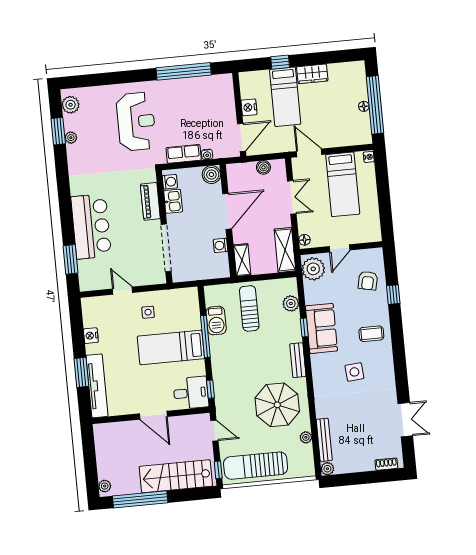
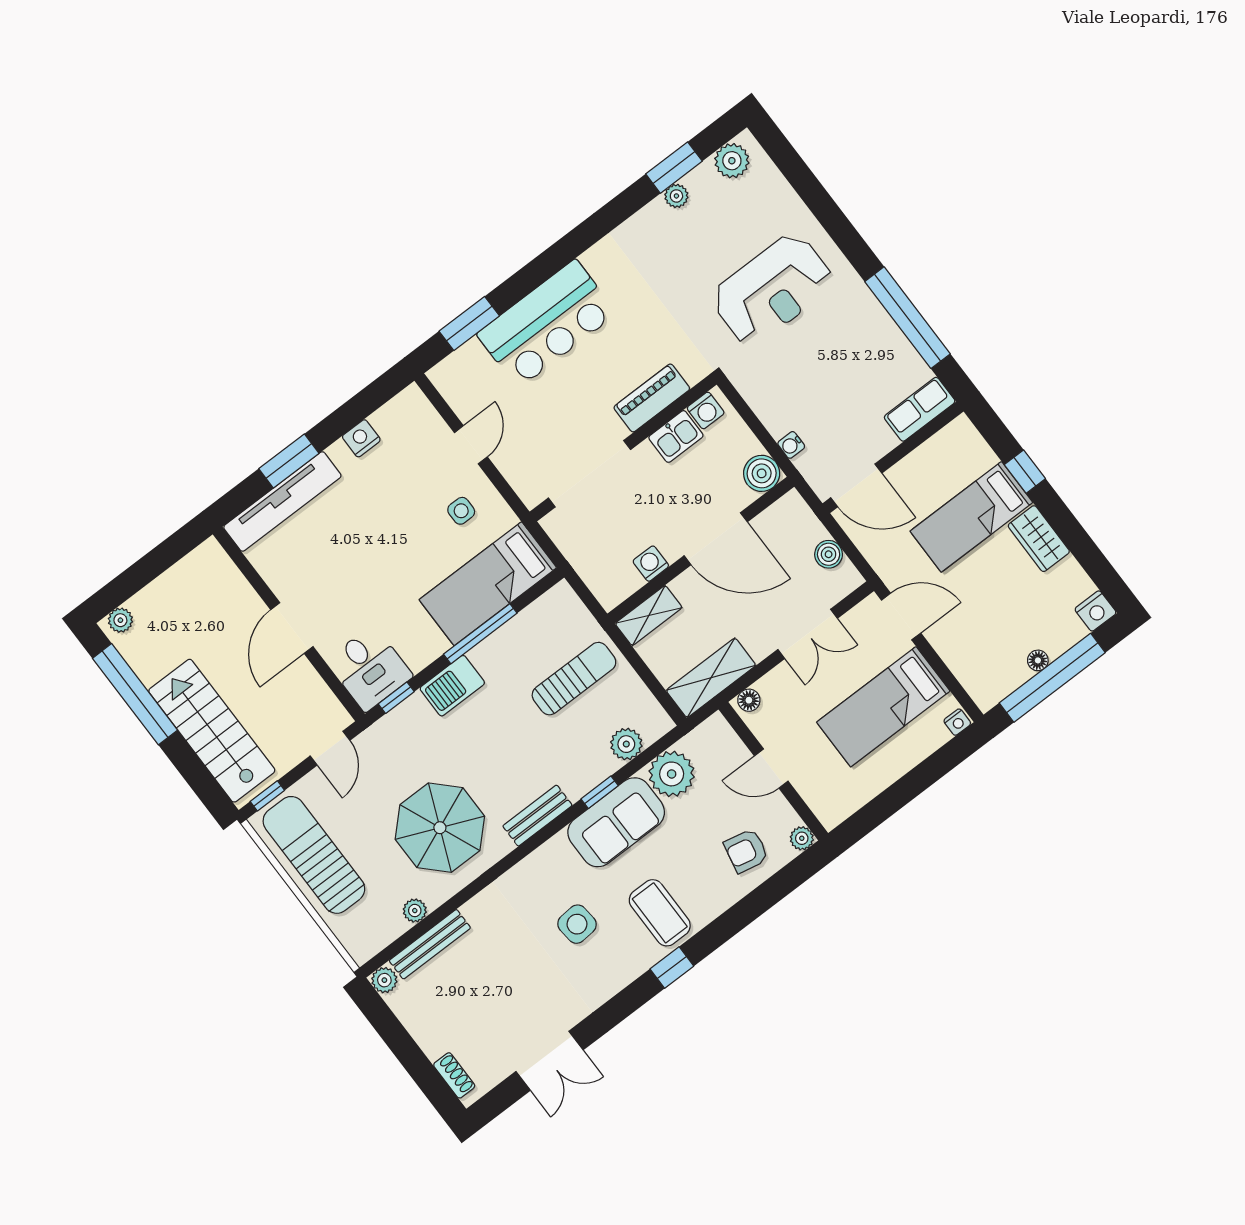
nightstand: (249, 107) -> (1096, 611), moved, turned 180
door: (309, 153) -> (901, 617), hinge flipped
row of seats: (184, 154) -> (920, 409), moved, turned -90
plant: (377, 254) -> (802, 838), added
plant: (313, 269) -> (672, 774), moved
window: (393, 295) -> (672, 968), moved
barbecue: (216, 321) -> (452, 686), moved
coffee table: (371, 334) -> (660, 913), width x1.36, depth x1.30
bed: (171, 347) -> (488, 584), moved, turned -90

